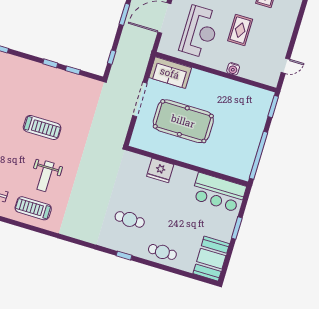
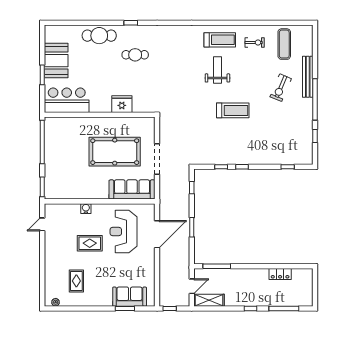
rug: (240, 30) -> (90, 243), turned 90
sofa: (170, 73) -> (132, 189), width x1.36
treadmill: (42, 128) -> (233, 110), turned 180
cafe table: (162, 252) -> (99, 36), width x1.37, depth x1.35
booth: (211, 259) -> (56, 61), moved

